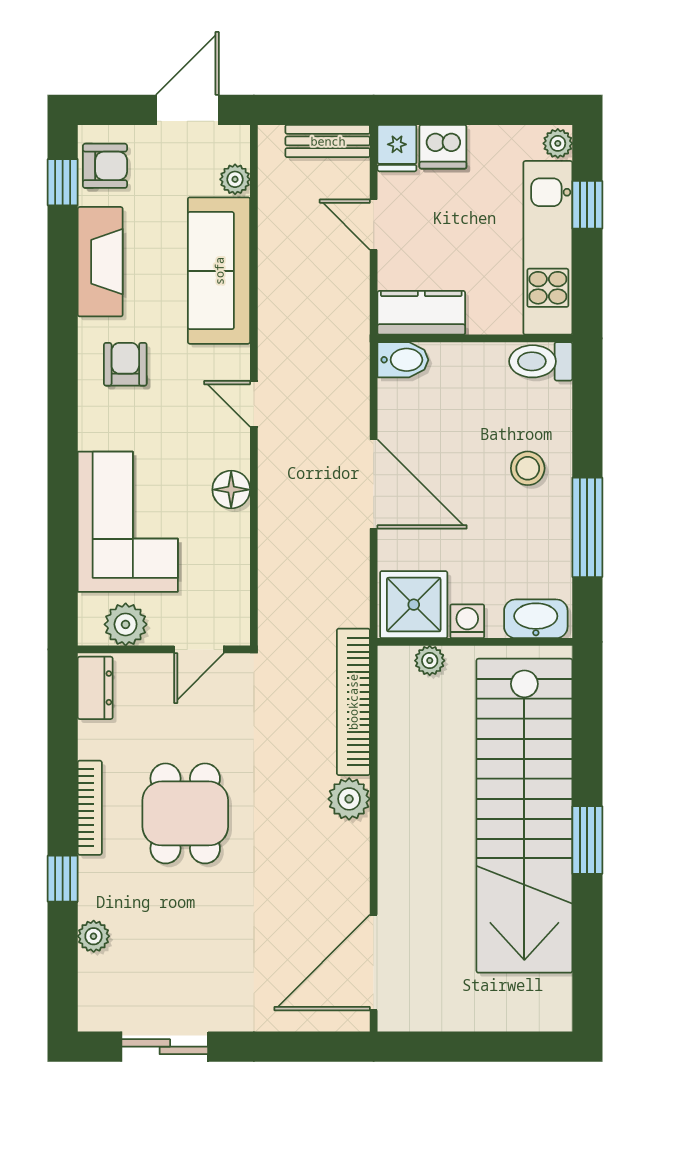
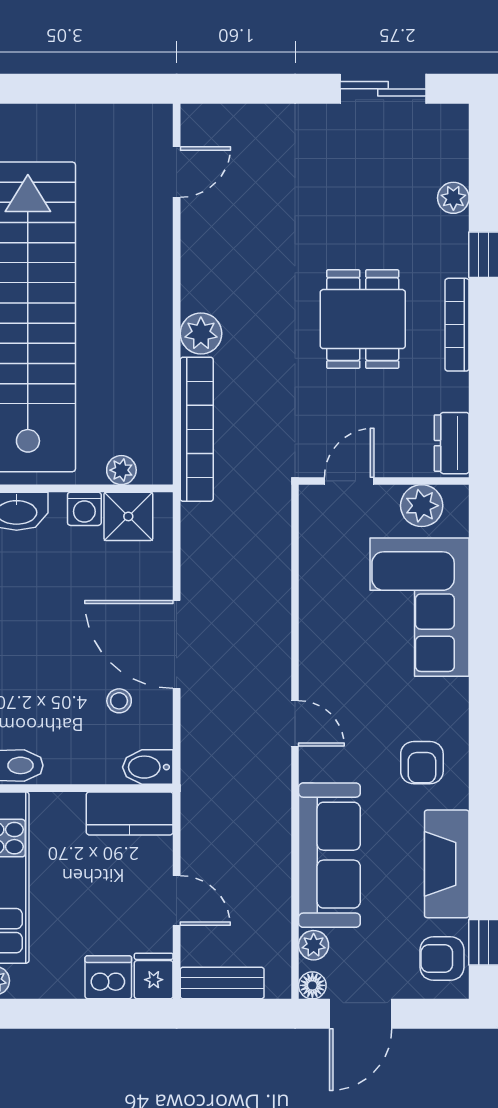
stool: (528, 468) -> (119, 701), moved, width x0.73, depth x0.73
floor lamp: (231, 490) -> (312, 985), moved, width x0.73, depth x0.73
shower: (414, 605) -> (128, 516), width x0.73, depth x0.73
door: (374, 962) -> (177, 172), width x0.53

